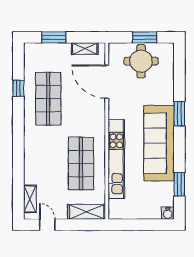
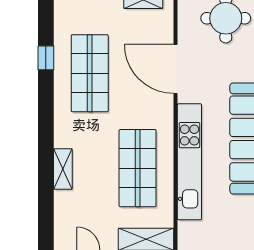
door: (107, 82) -> (176, 69), moved
shelving: (30, 199) -> (63, 169), moved

